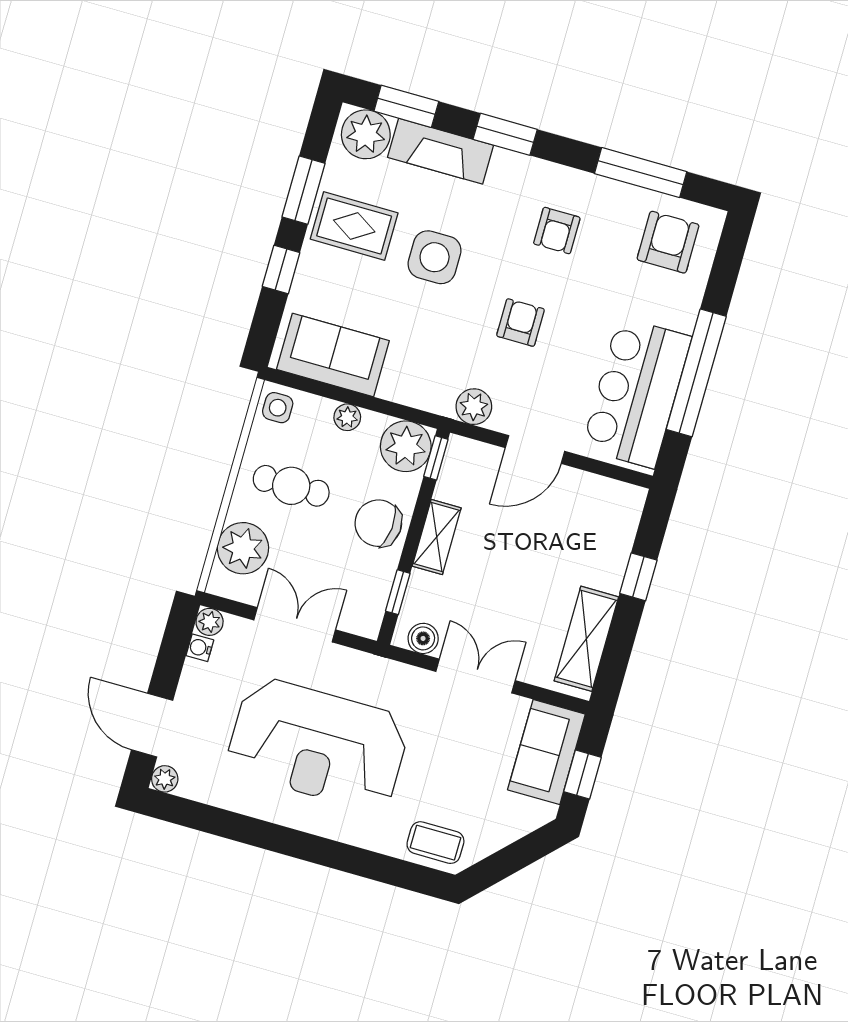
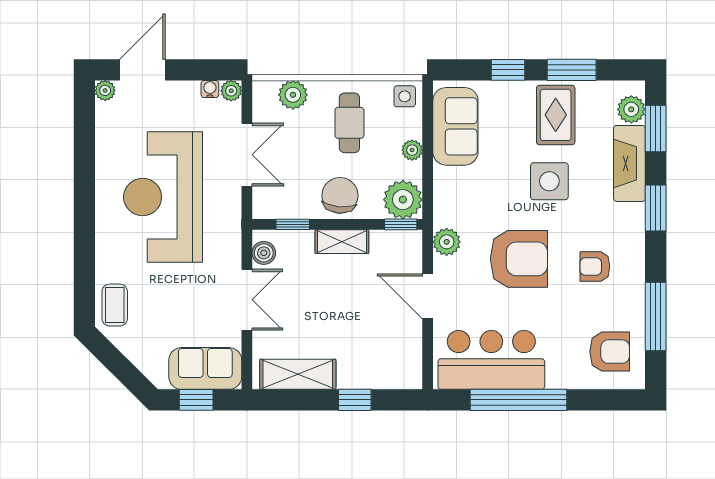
plant: (366, 134) -> (631, 109), width x0.73, depth x0.73
armchair: (520, 323) -> (519, 259), width x1.88, depth x1.88
plant: (243, 548) -> (293, 95), width x0.73, depth x0.73

